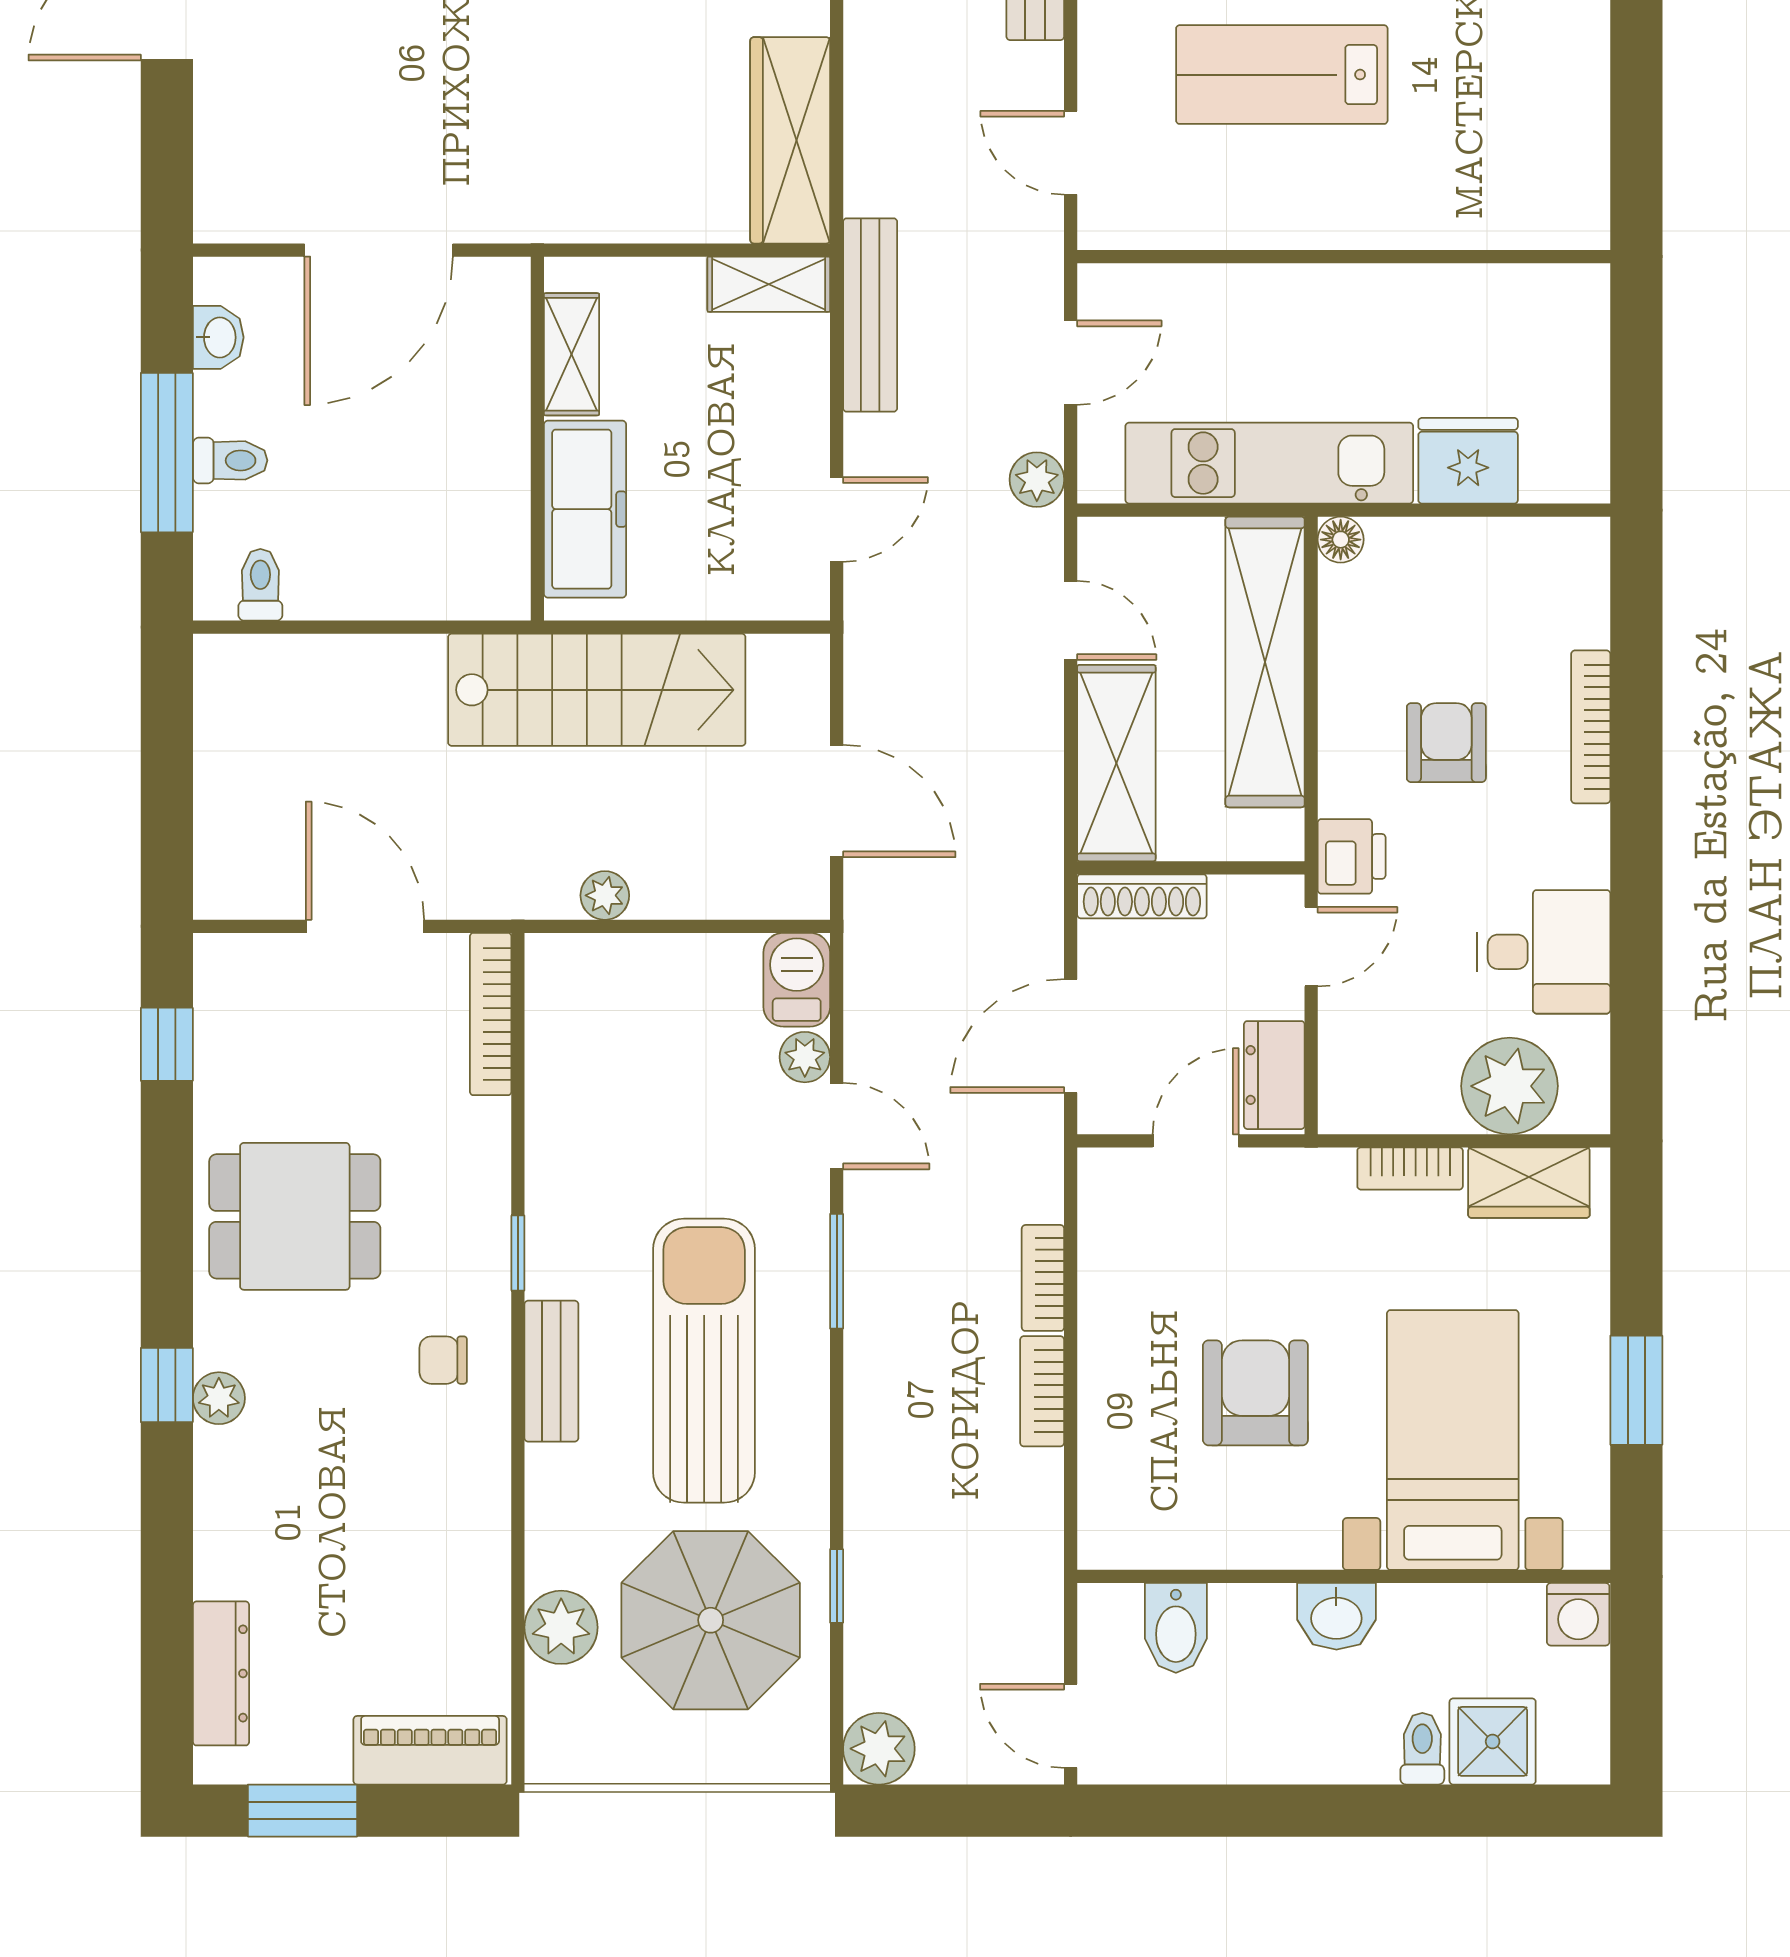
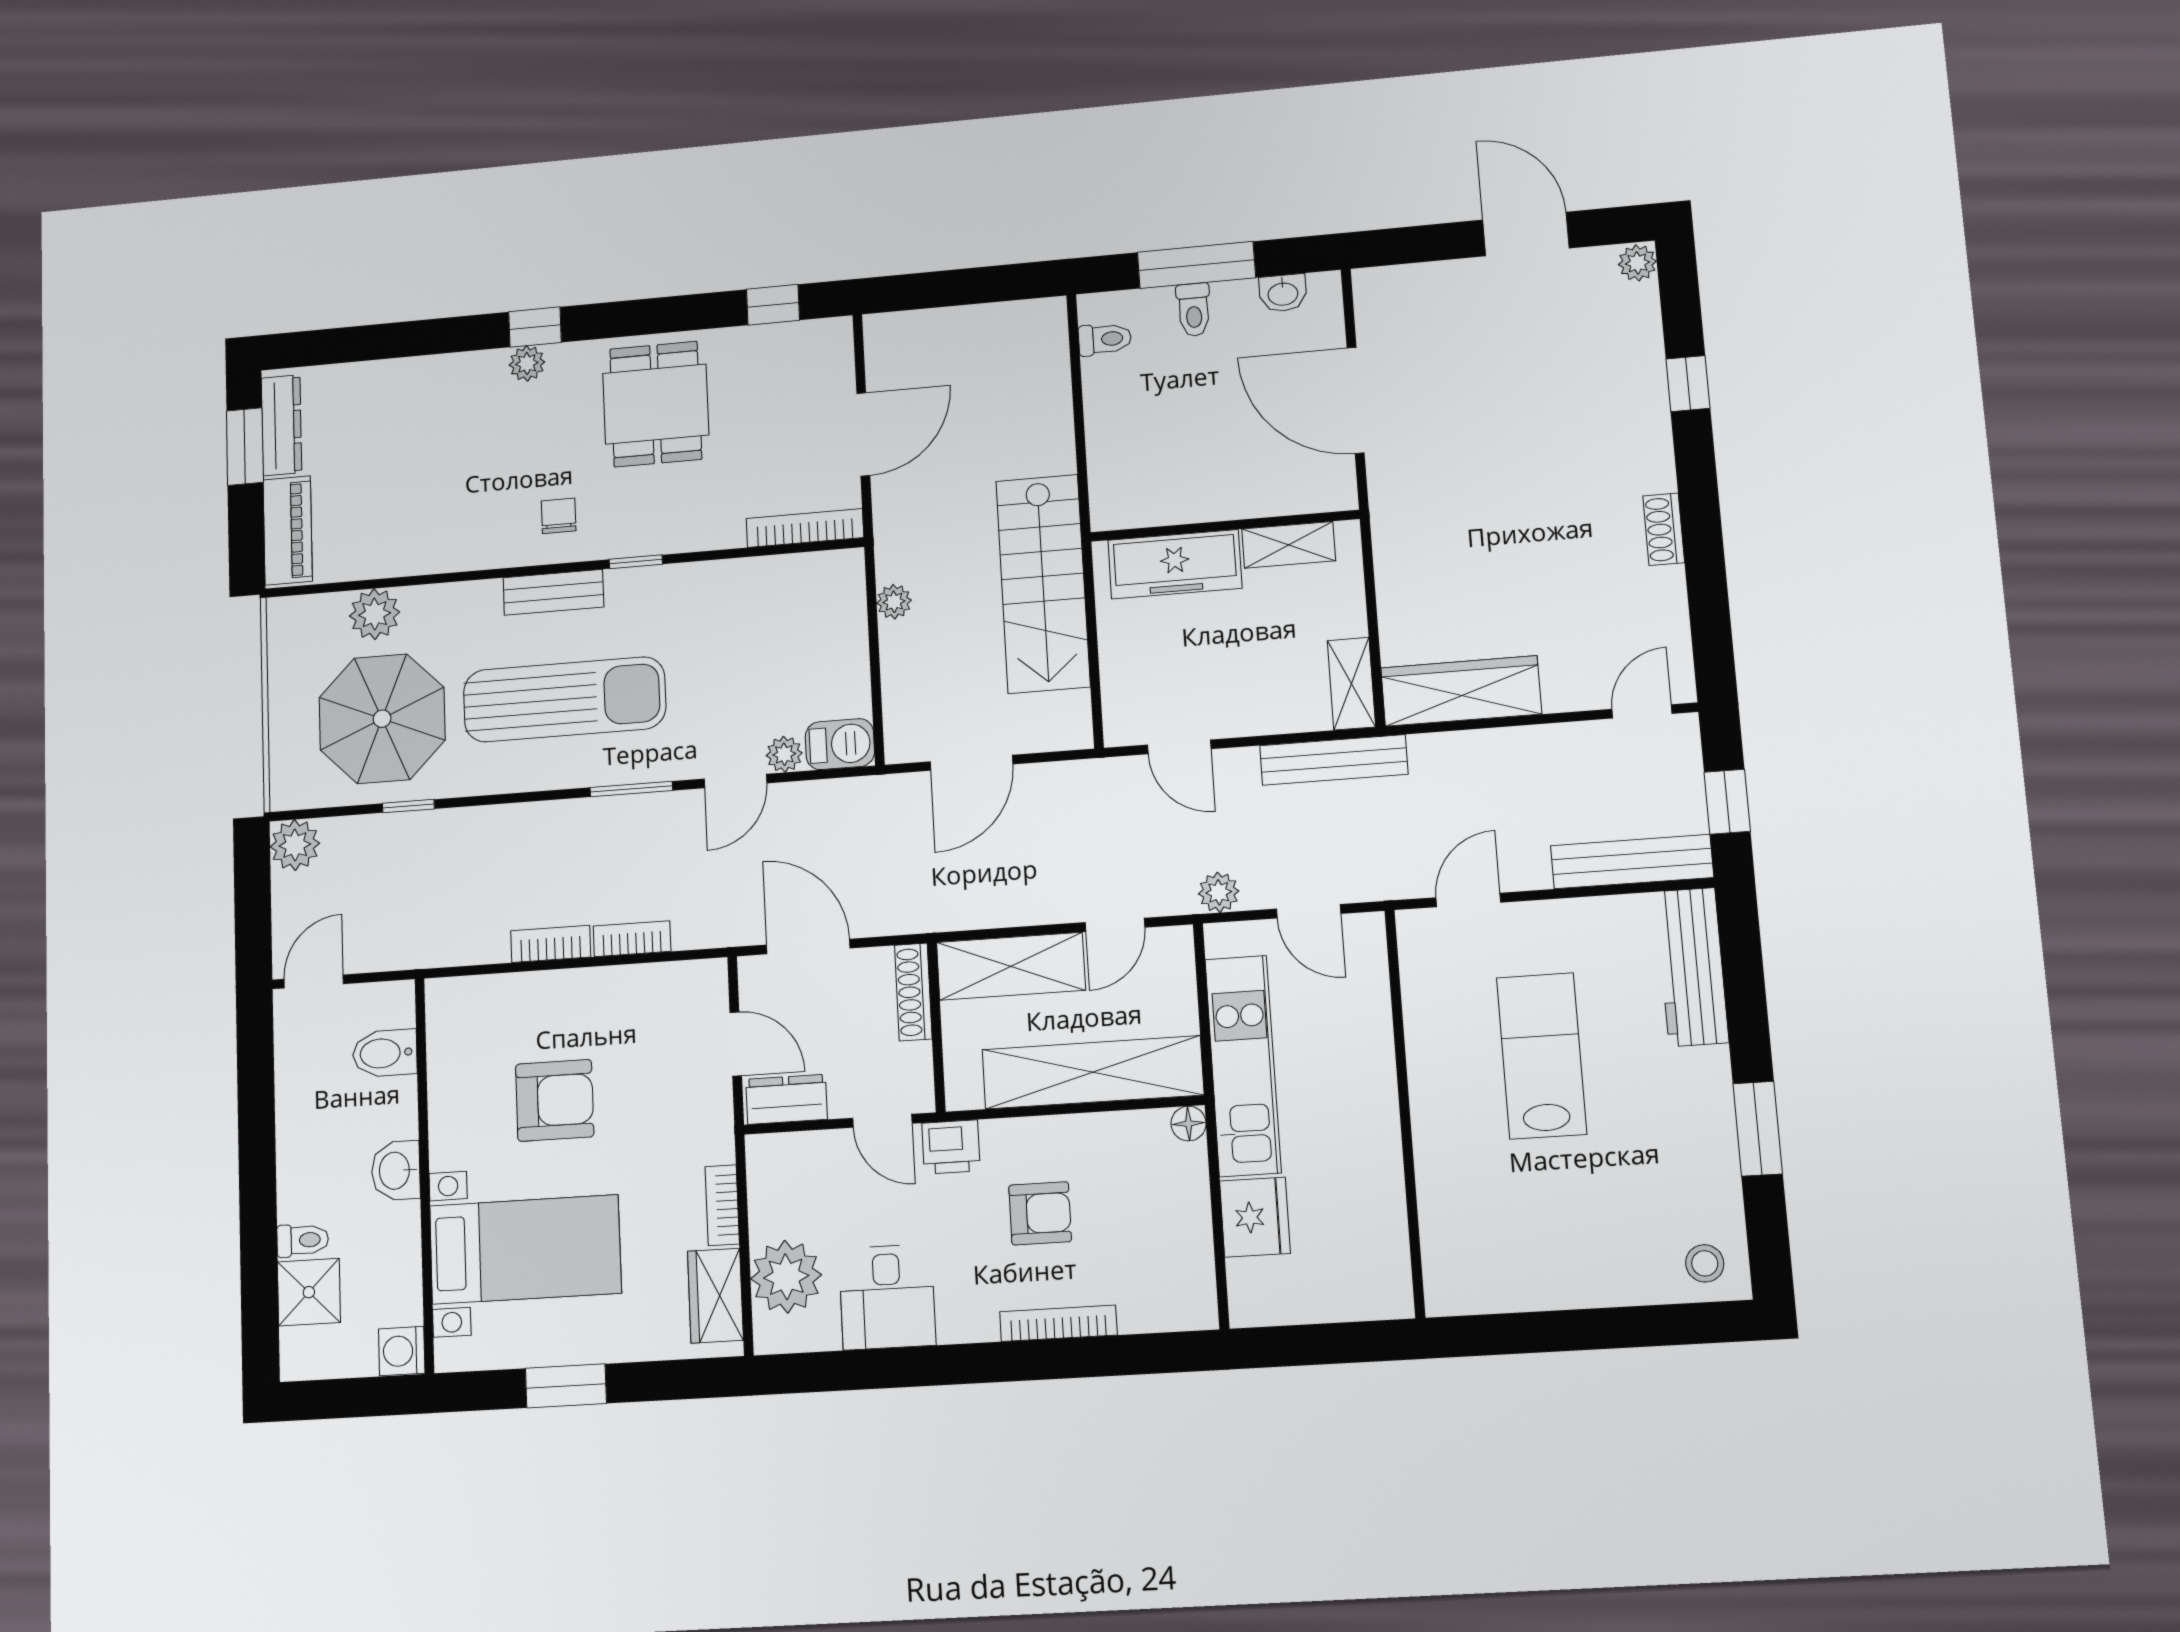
dresser: (221, 1673) -> (281, 425), moved, turned -90

